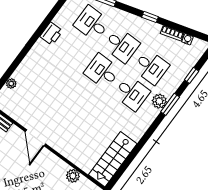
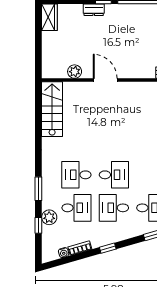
desk: (151, 67) -> (76, 208), turned 180
plant: (159, 101) -> (49, 217), moved
door: (35, 138) -> (105, 80), moved

